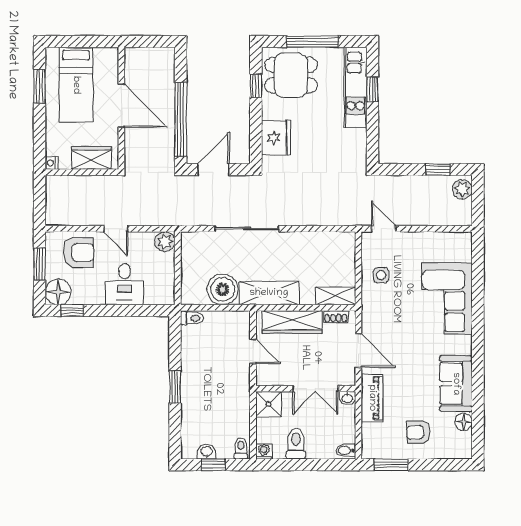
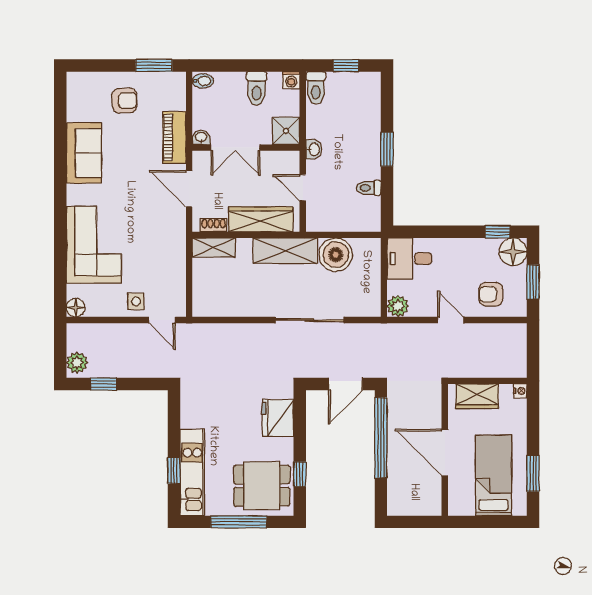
armchair: (79, 253) -> (491, 294), width x0.72, depth x0.72
side table: (381, 275) -> (136, 301), moved
desk: (125, 284) -> (409, 259), moved, turned -90
toilet: (192, 318) -> (369, 188), moved
double door: (315, 389) -> (235, 148), swing flipped
floor lamp: (464, 422) -> (76, 308), moved
toilet: (241, 448) -> (316, 88), width x1.37, depth x1.39
washbasin: (207, 452) -> (314, 149), moved, turned -90

